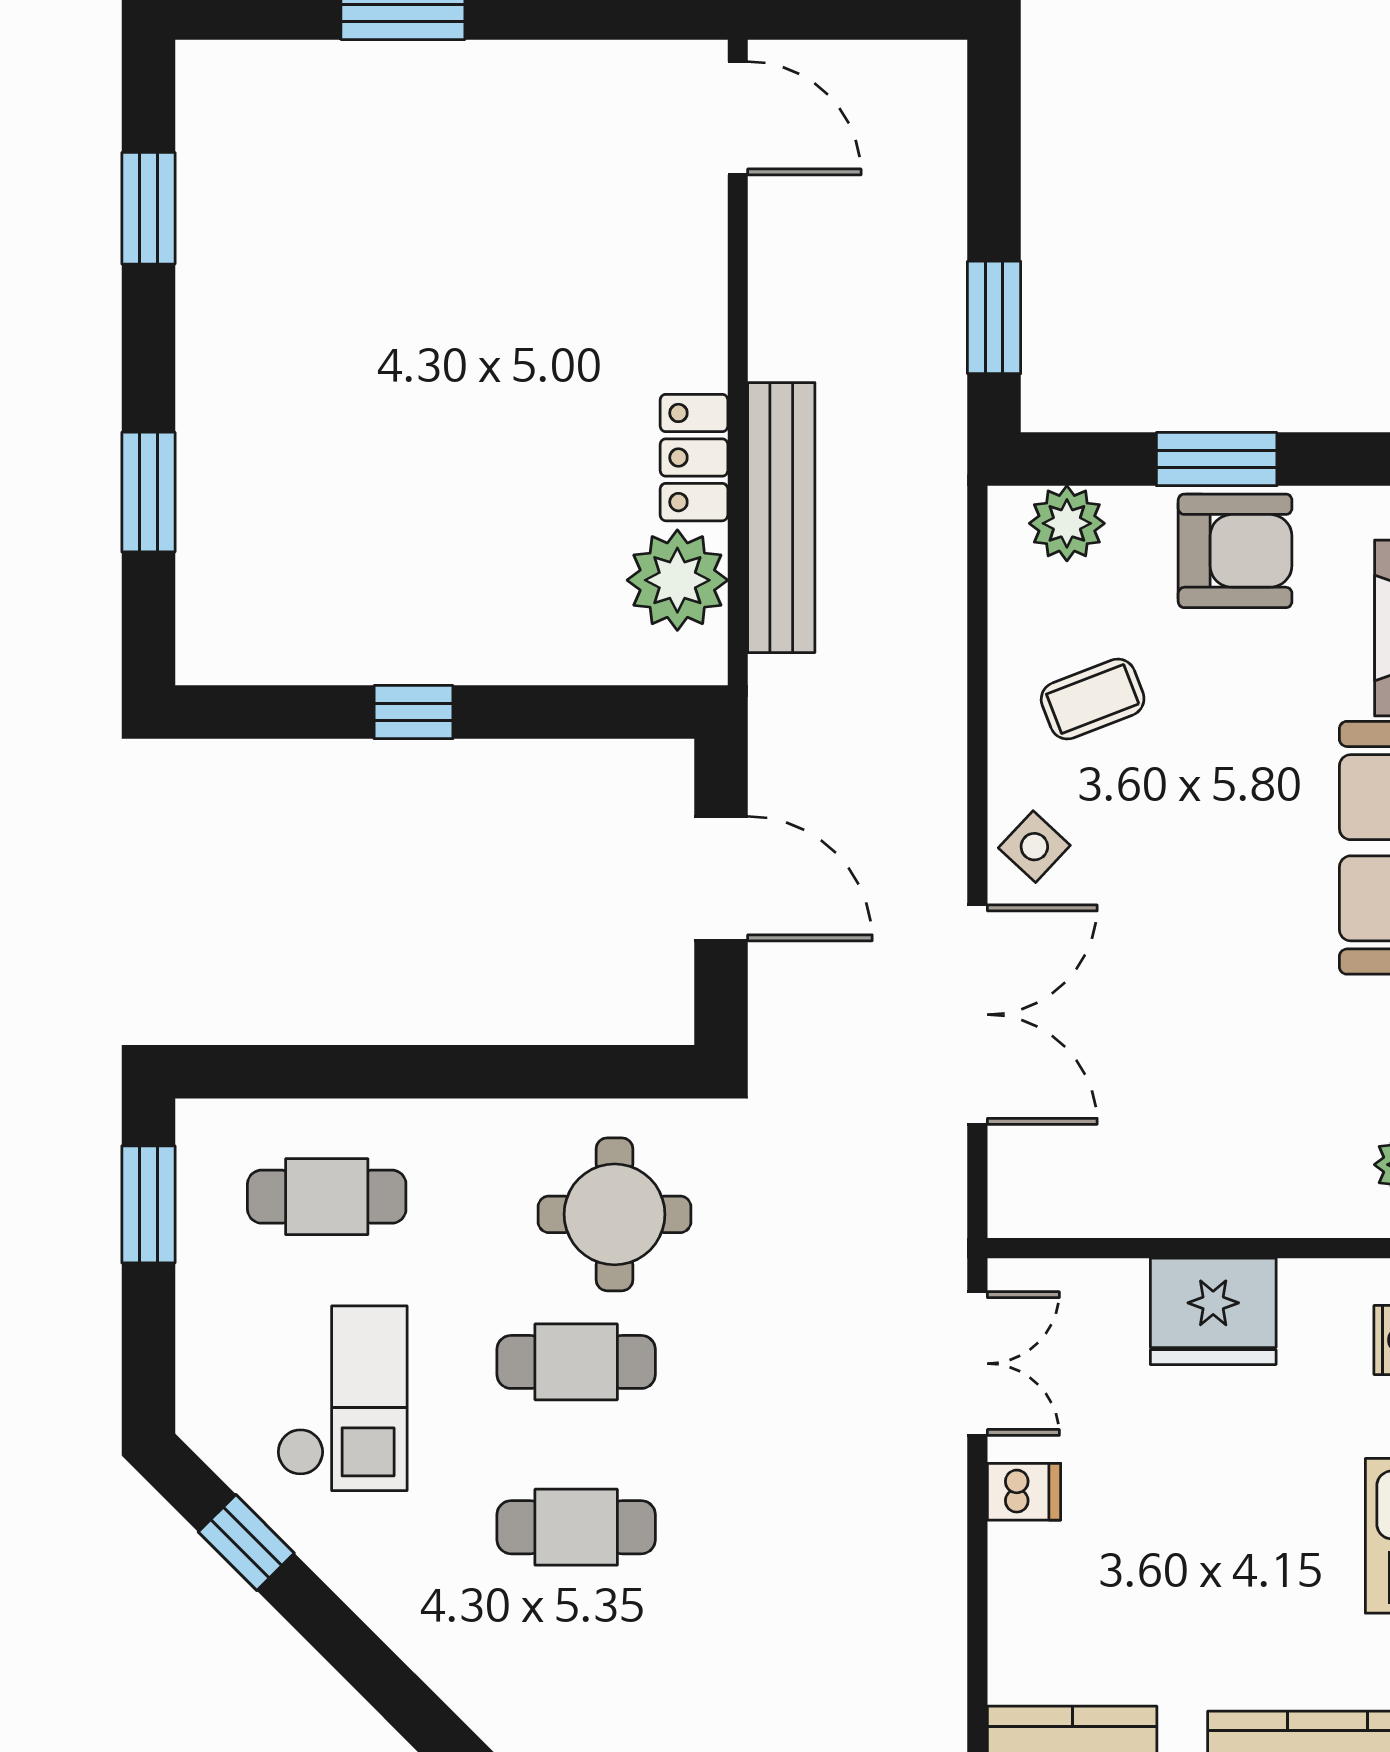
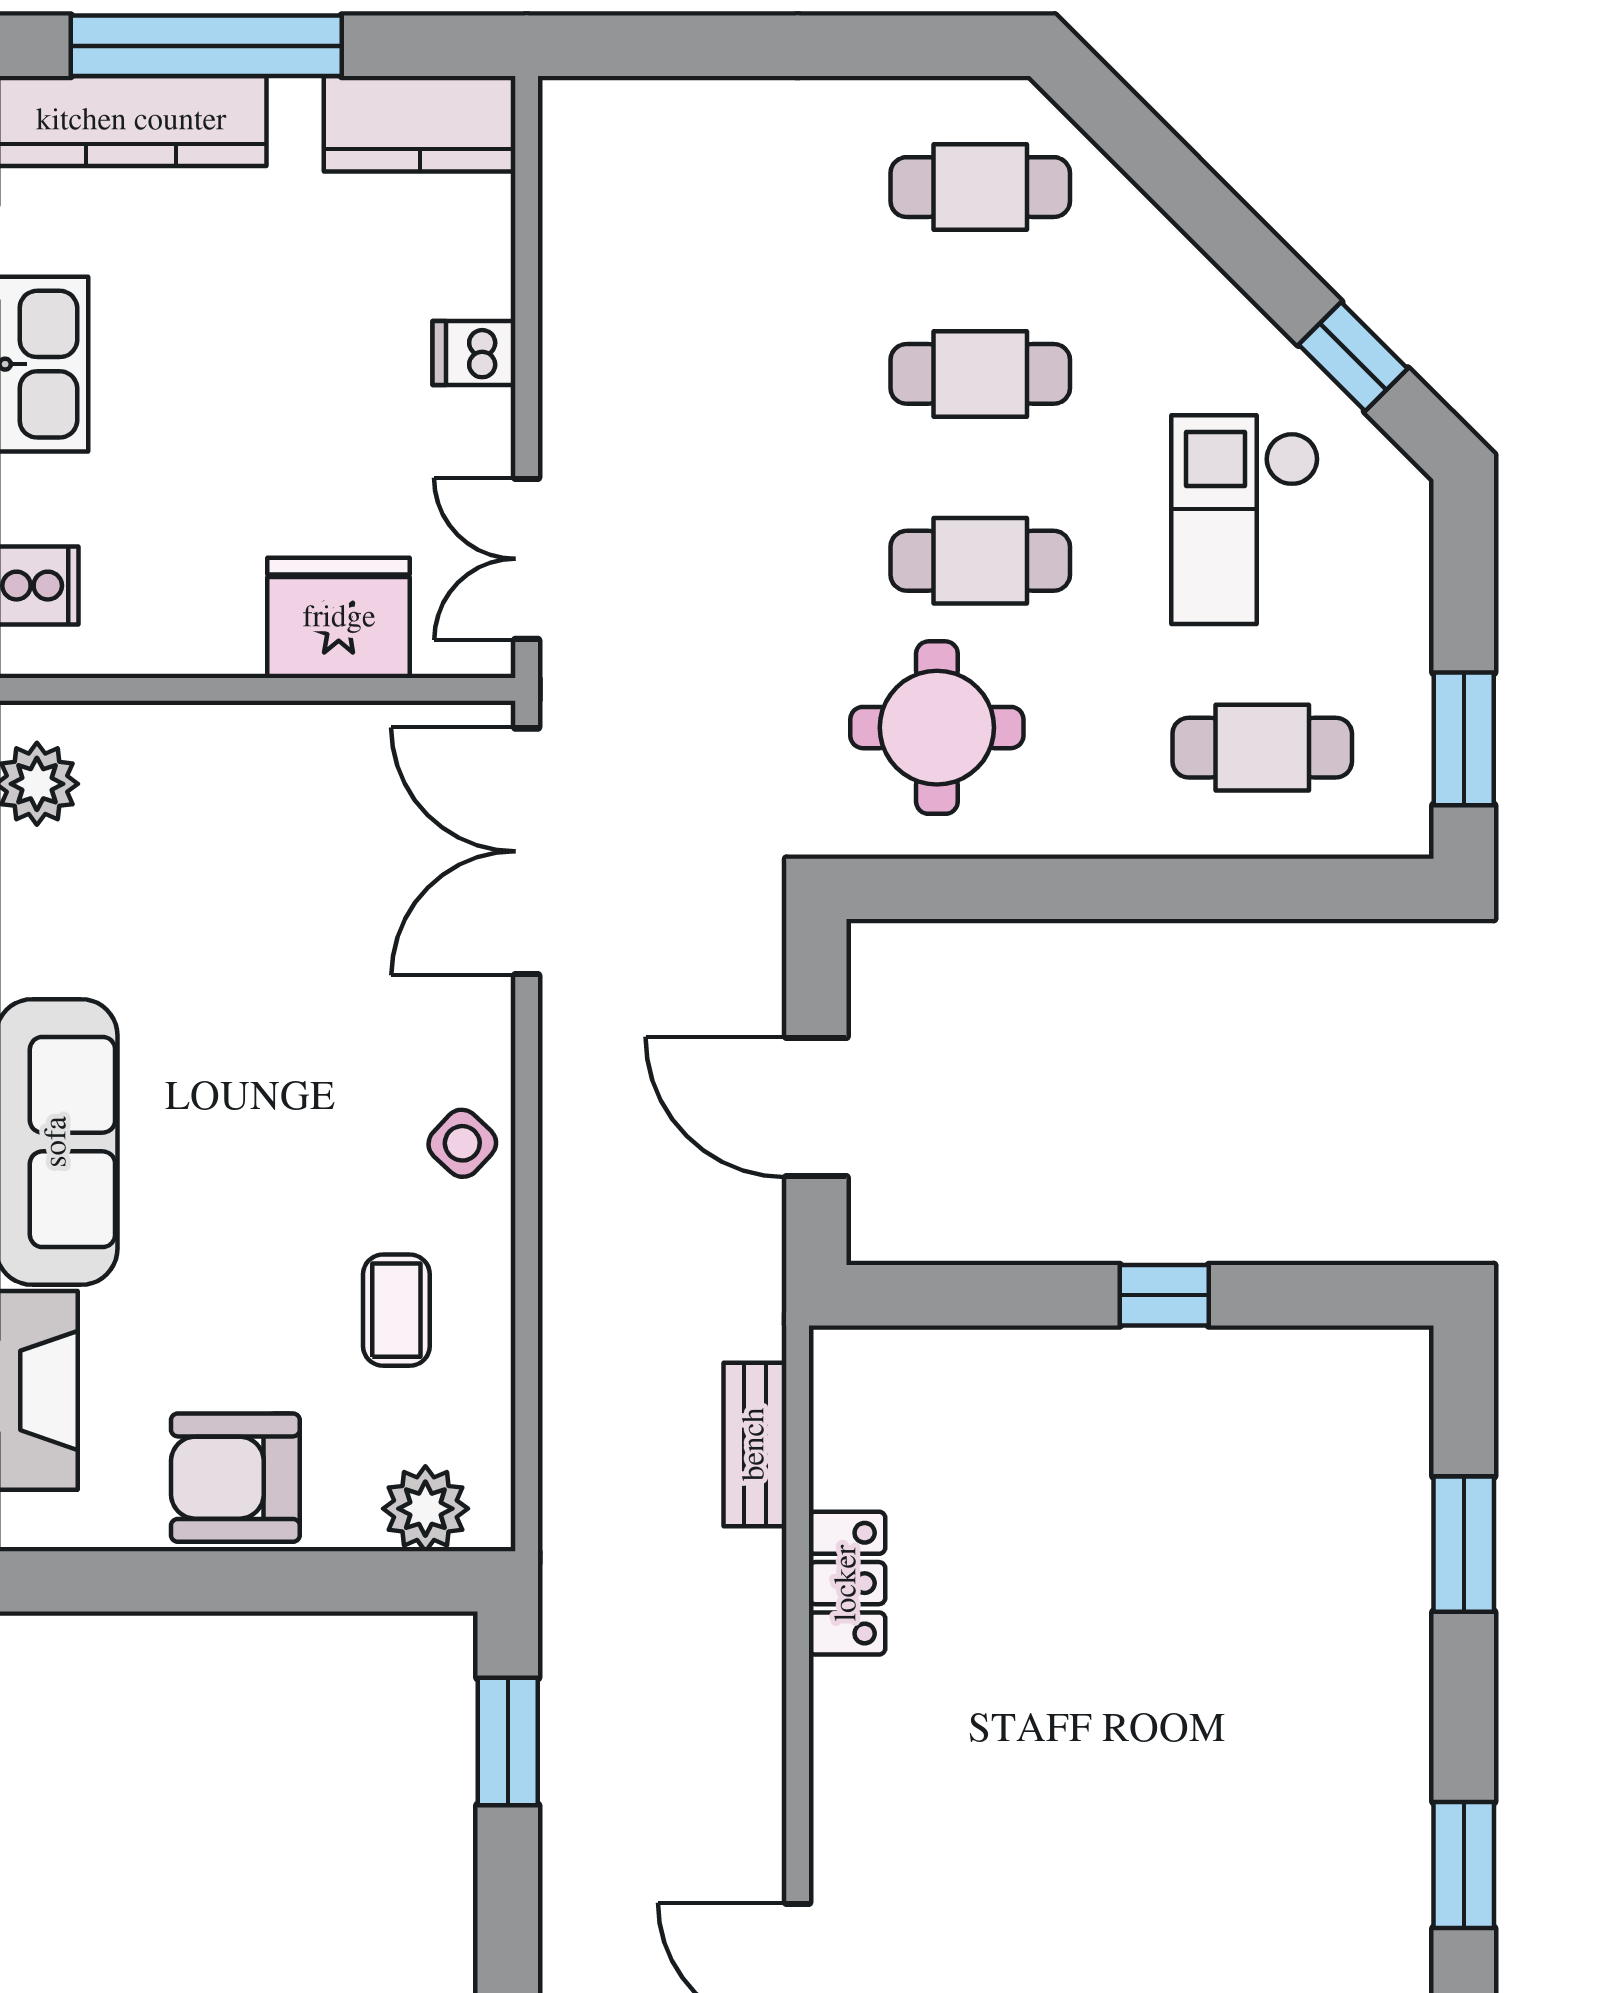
window: (1217, 459) -> (256, 1581), removed
bench: (781, 518) -> (755, 1444), width x0.54, depth x0.82
plant: (677, 580) -> (866, 1445), removed
coffee table: (1093, 699) -> (396, 1310), turned -69
double door: (977, 1015) -> (527, 851), moved
fridge: (1213, 1311) -> (339, 618), moved
dishwasher: (1024, 1492) -> (474, 353), moved
cafe table: (576, 1692) -> (980, 187), added

